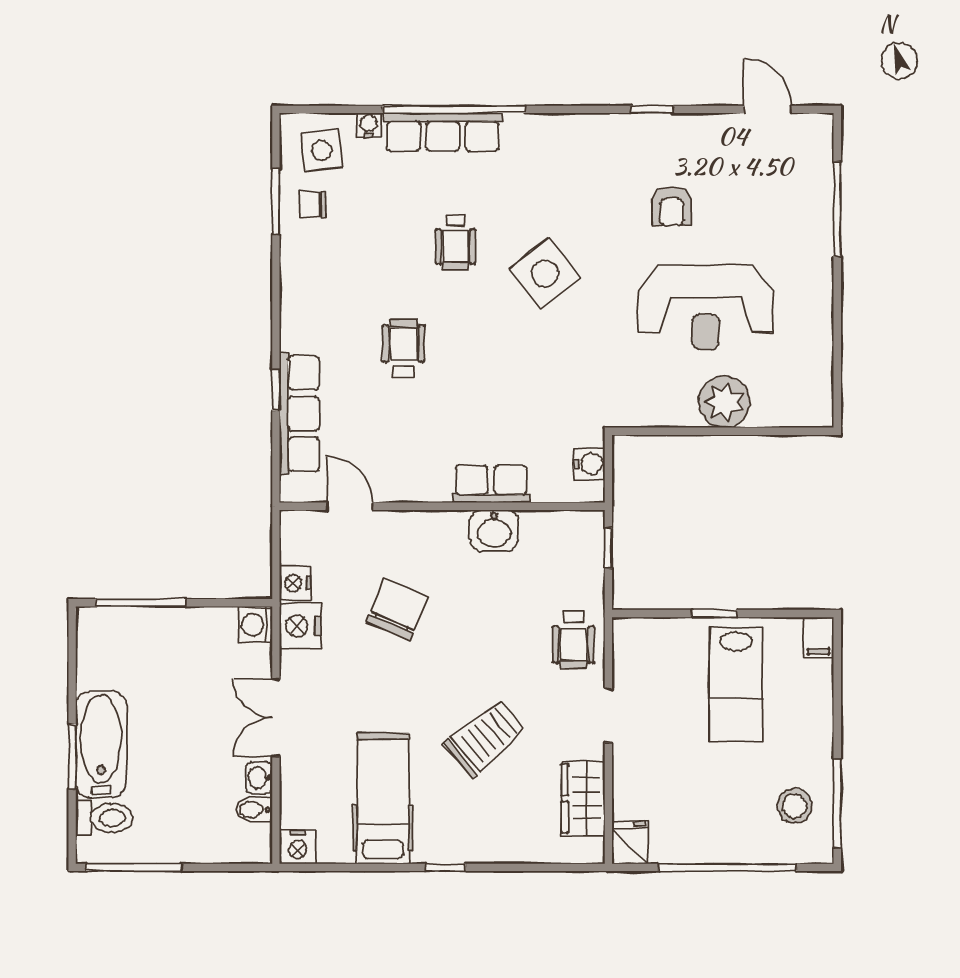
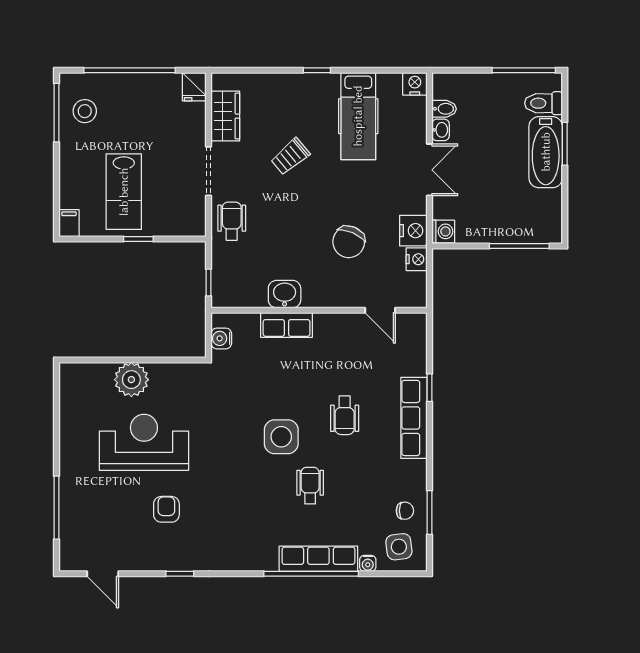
side table: (545, 273) -> (281, 437), moved, turned 38
row of seats: (299, 414) -> (414, 418), moved
lab bench: (736, 685) -> (124, 192), turned 180
doorway: (608, 716) -> (208, 171), width x1.38
trolley: (485, 738) -> (290, 156), width x0.73, depth x0.72

